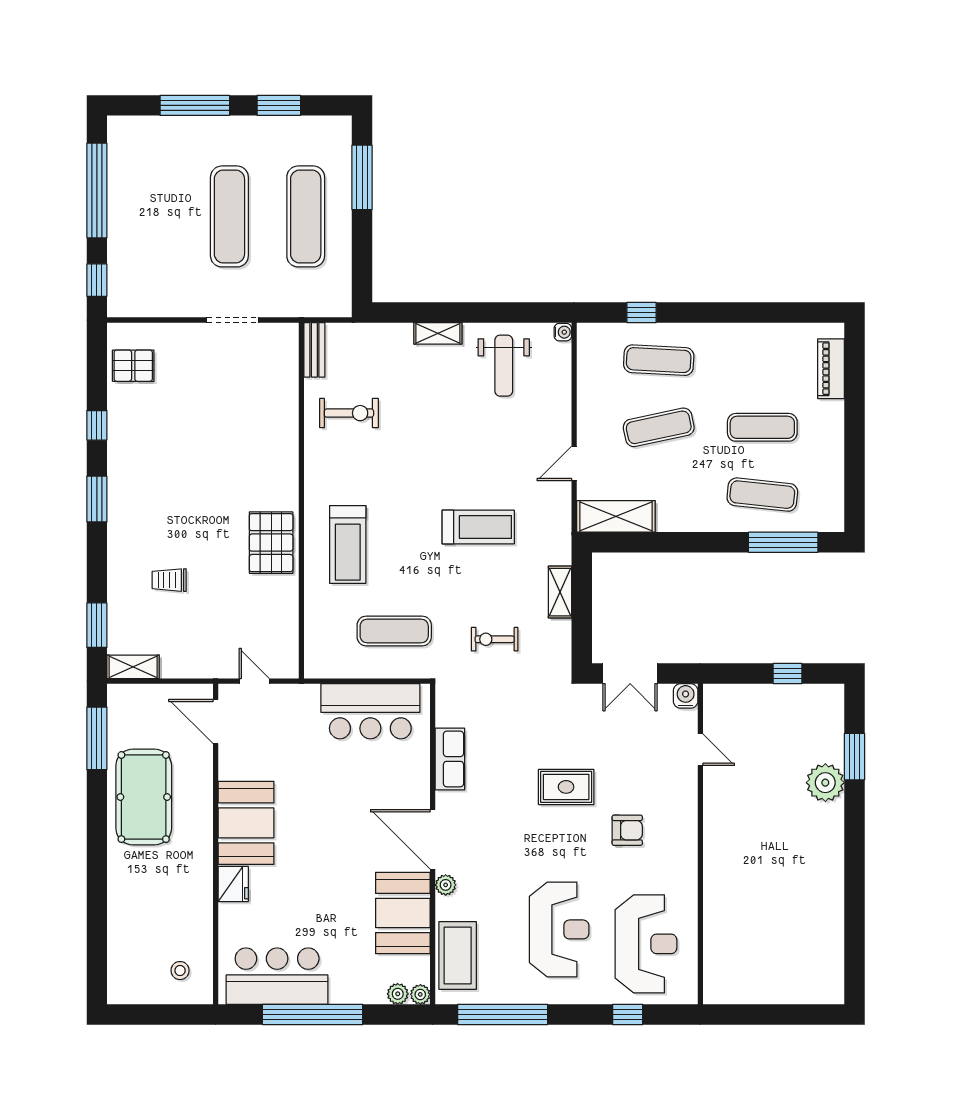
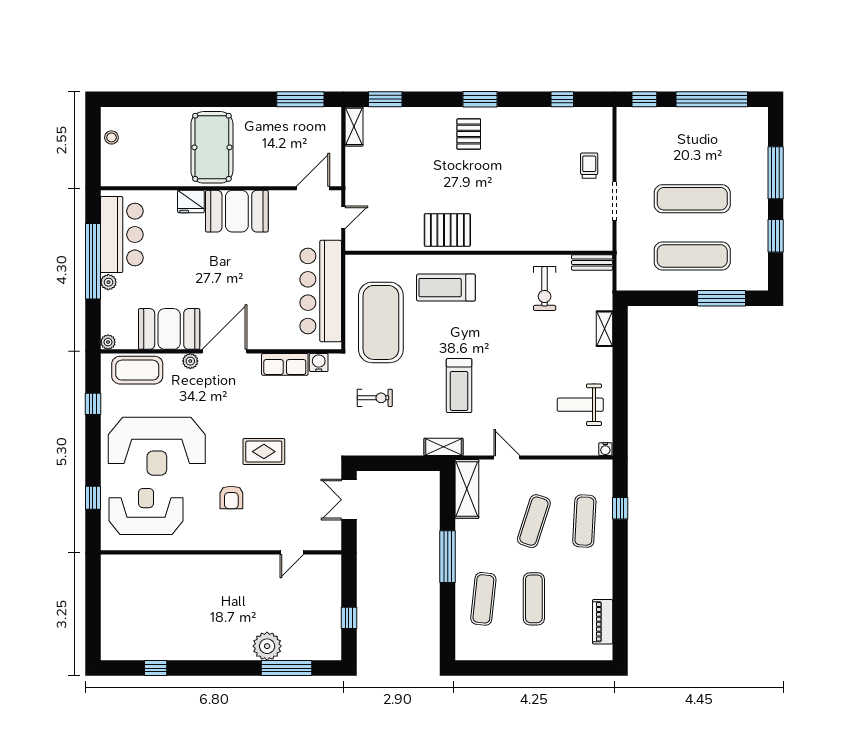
shelving: (438, 333) -> (604, 329), moved
pallet: (133, 366) -> (469, 134), moved
piano: (831, 369) -> (603, 622), moved, turned -90
window: (97, 425) -> (562, 99), moved
exercise mat: (659, 427) -> (534, 521), turned 30
window: (783, 542) -> (448, 557), moved
trolley: (169, 580) -> (589, 166), moved
shelving: (560, 592) -> (443, 447), moved
exercise mat: (394, 631) -> (381, 322), width x2.00, depth x1.45
exercise bike: (495, 639) -> (375, 398), turned 90
water cooler: (686, 696) -> (319, 363), moved, turned -90
bar counter: (370, 711) -> (321, 291), width x1.36
window: (854, 757) -> (287, 668), width x1.44
rug: (566, 787) -> (264, 452), turned 90
pool table: (144, 797) -> (212, 147), moved, turned 90
reception desk: (559, 929) -> (157, 446), width x1.36, depth x1.30
window: (854, 931) -> (156, 668), added
reception desk: (646, 944) -> (146, 511), turned 180
stool: (180, 971) -> (111, 137), moved
plant: (398, 994) -> (108, 282), moved
window: (503, 1014) -> (93, 404), width x0.32

